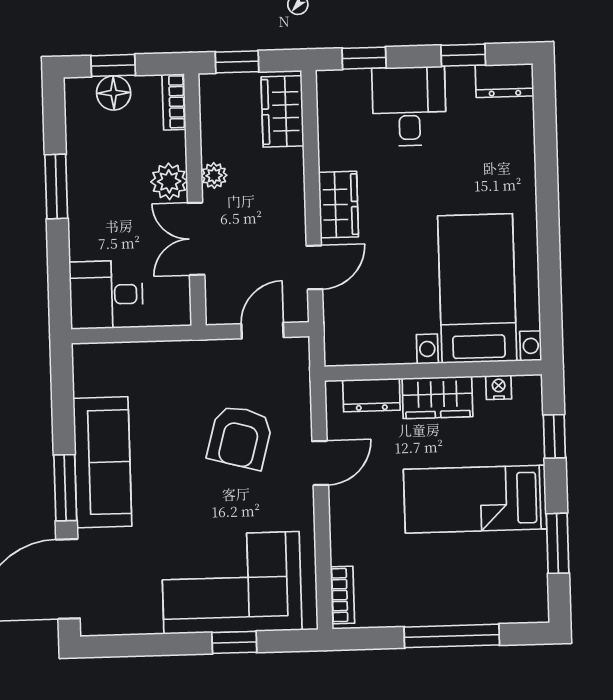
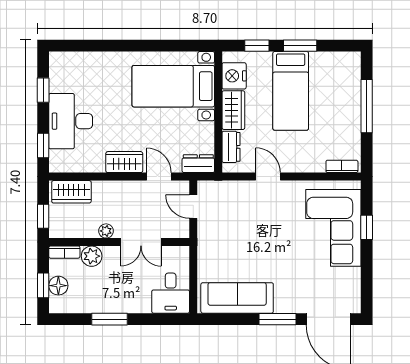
dresser: (505, 80) -> (198, 164), moved, turned -90
desk: (409, 106) -> (71, 121), width x1.37
plant: (169, 181) -> (92, 256), moved
nightstand: (499, 387) -> (234, 76), width x1.89, depth x1.79
armchair: (240, 437) -> (252, 221), removed
sofa: (102, 462) -> (237, 298), moved
window: (558, 543) -> (300, 46), moved

